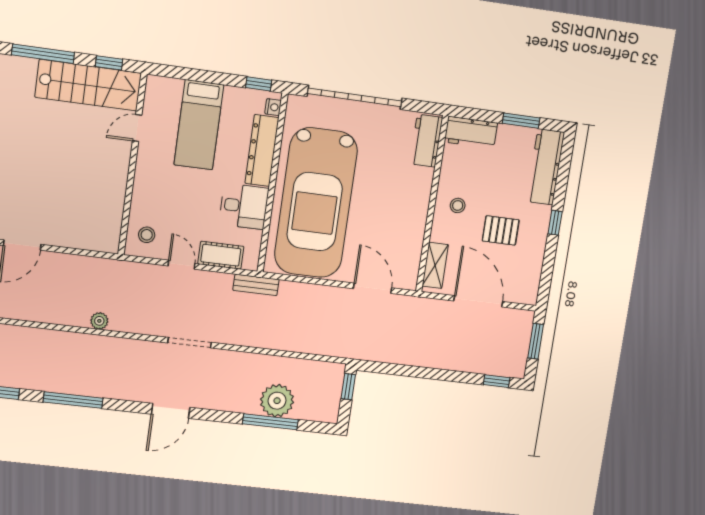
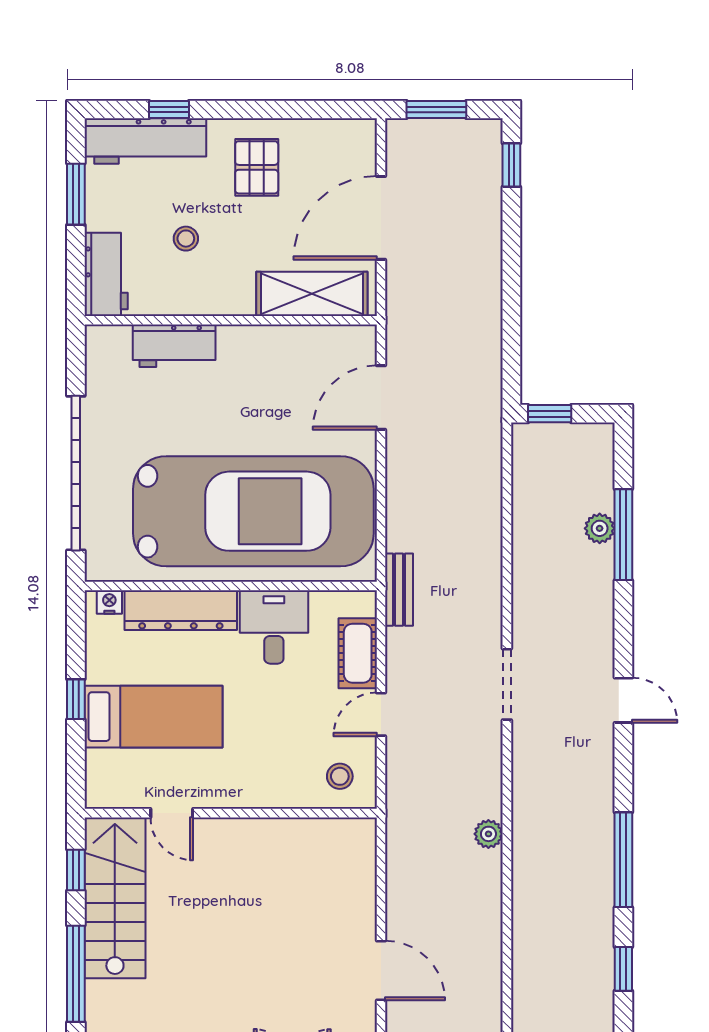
window: (259, 84) -> (76, 699), moved
workbench: (426, 141) -> (174, 346), moved
stool: (458, 205) -> (186, 239), moved
window: (555, 223) -> (169, 109), moved
pallet: (501, 230) -> (257, 167), moved
shelving: (435, 265) -> (312, 294), width x1.50, depth x1.33
plant: (277, 401) -> (600, 528), width x0.53, depth x0.53
door: (171, 411) -> (623, 700), width x0.73

